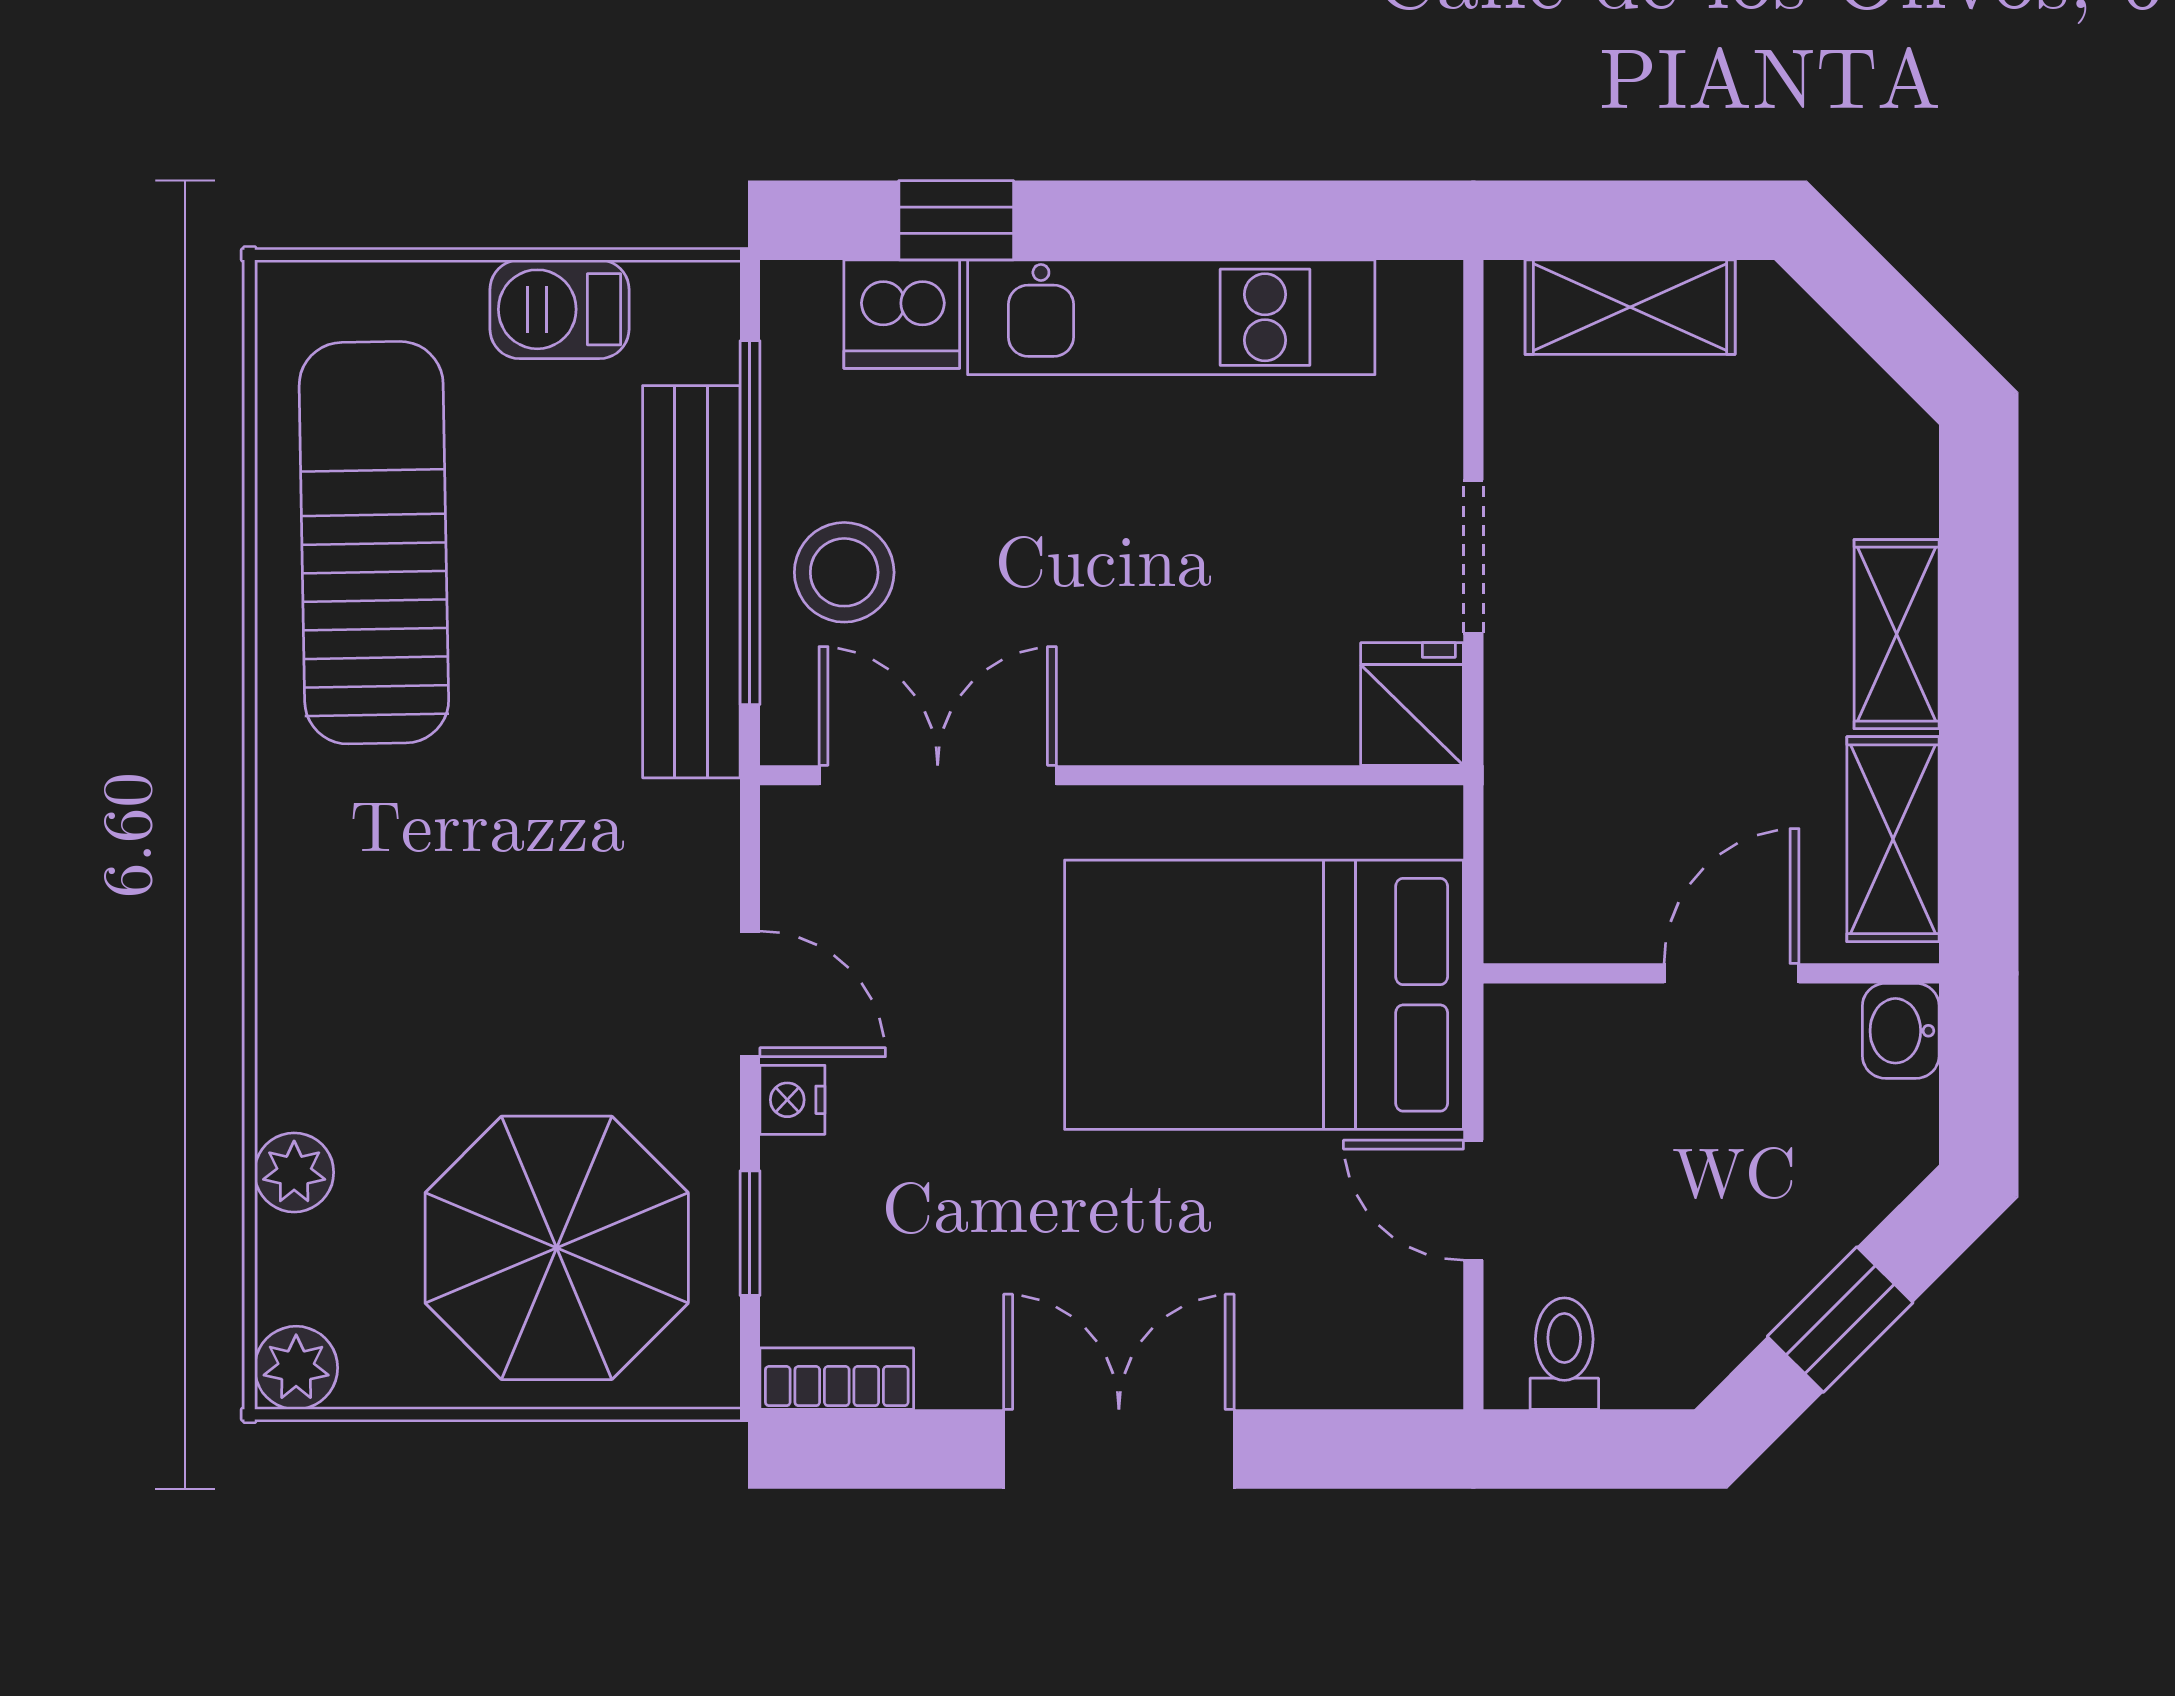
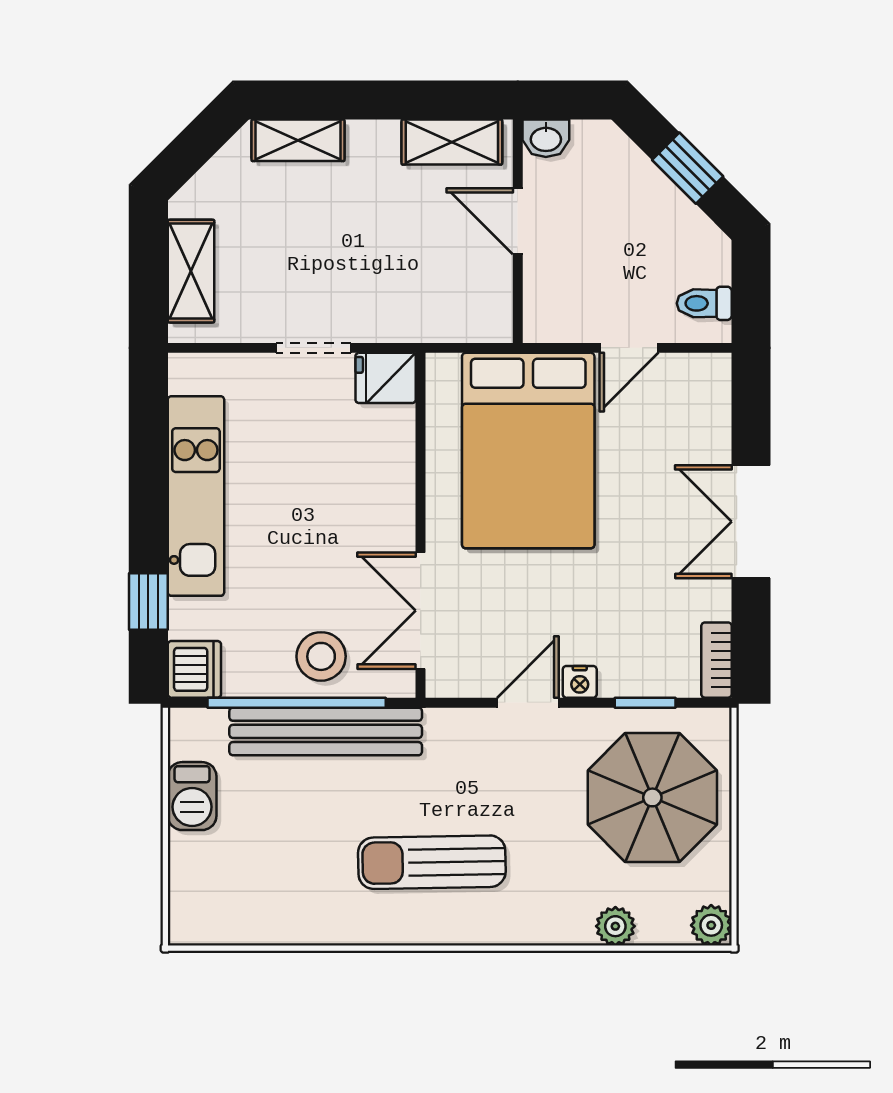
dishwasher: (902, 314) -> (194, 669), moved
sun lounger: (374, 543) -> (432, 862), moved, width x0.73, depth x0.75
shelving: (1897, 634) -> (298, 140), moved

